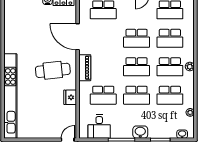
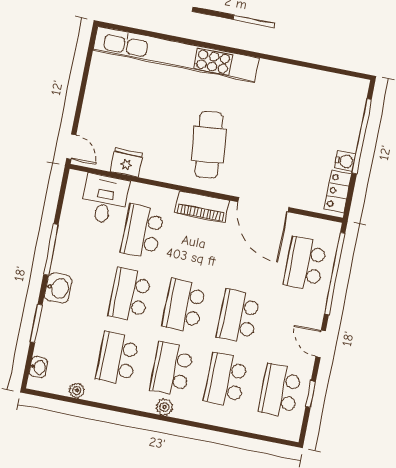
door: (78, 37) -> (263, 205), swing flipped
fridge: (70, 97) -> (127, 163), moved
desk: (99, 126) -> (105, 199), moved, turned 90

